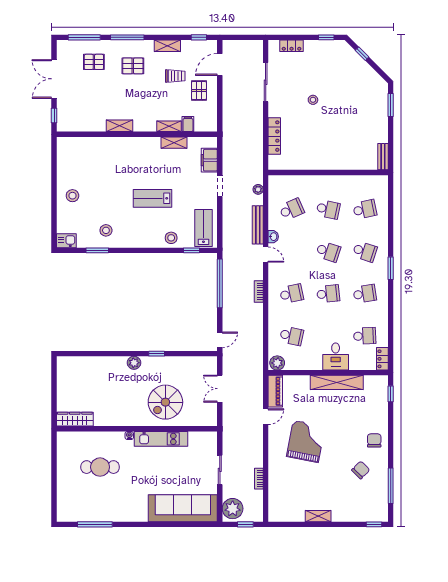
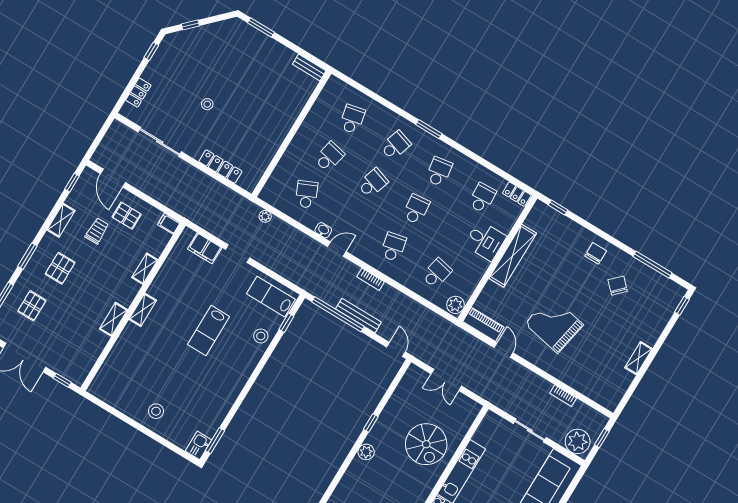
window: (127, 37) -> (27, 256), width x0.69
filing cabinet: (188, 124) -> (169, 224), moved
shelving: (174, 143) -> (143, 310), moved
bench: (258, 225) -> (358, 316), moved
stool: (106, 230) -> (213, 398), removed
window: (97, 250) -> (215, 441), moved
chair: (374, 440) -> (596, 253), turned 90

